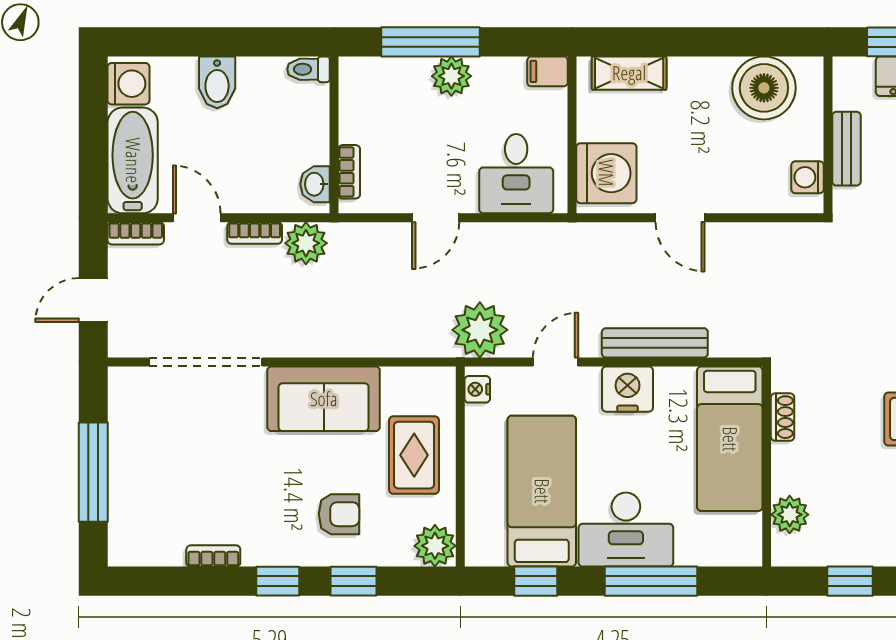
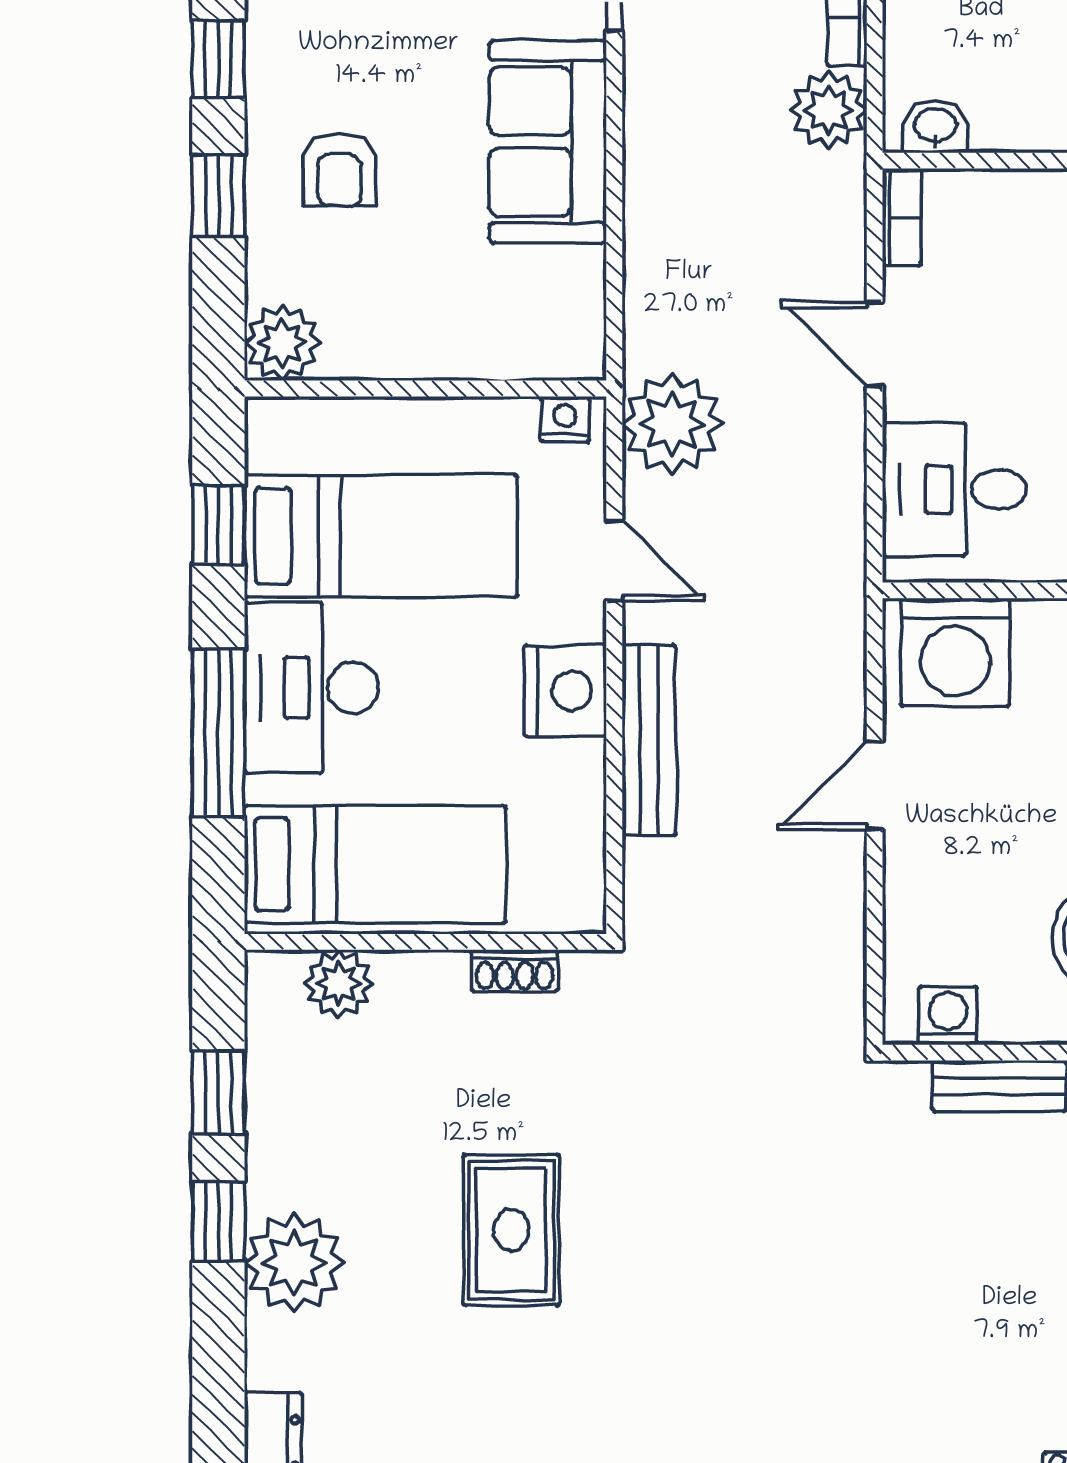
bookcase: (349, 172) -> (902, 217), moved, turned -90
bed: (730, 439) -> (375, 864), moved, turned 180
rug: (414, 455) -> (446, 305), removed

